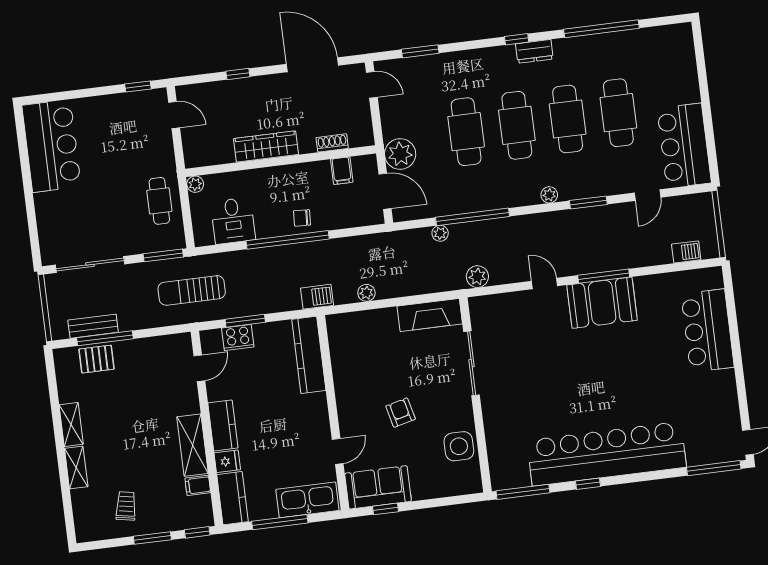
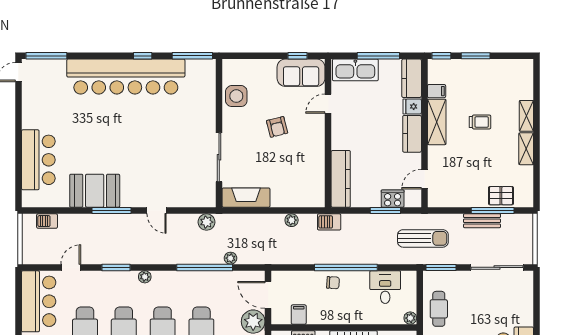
booth: (602, 303) -> (95, 191), moved
bench: (93, 326) -> (482, 221), moved
trolley: (126, 506) -> (480, 122), moved, turned -100

